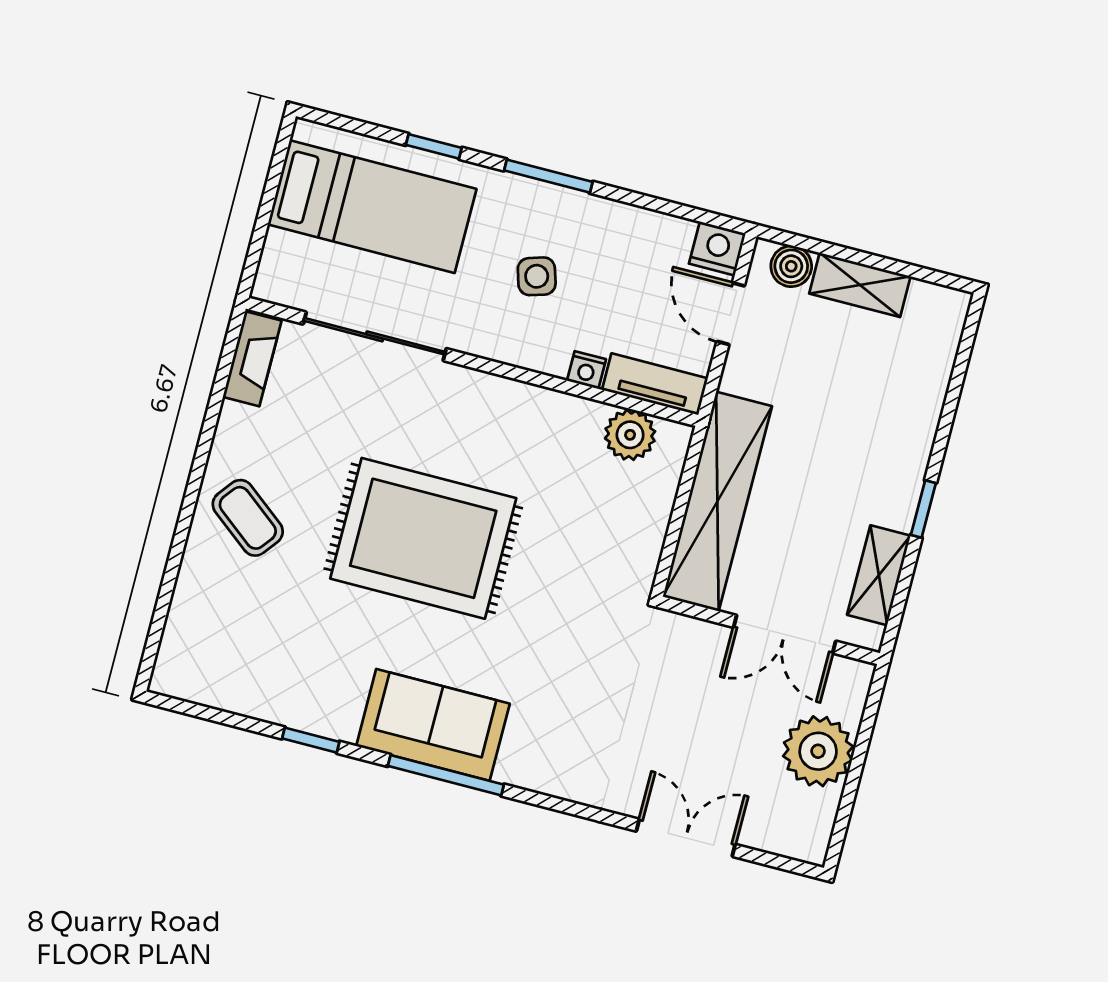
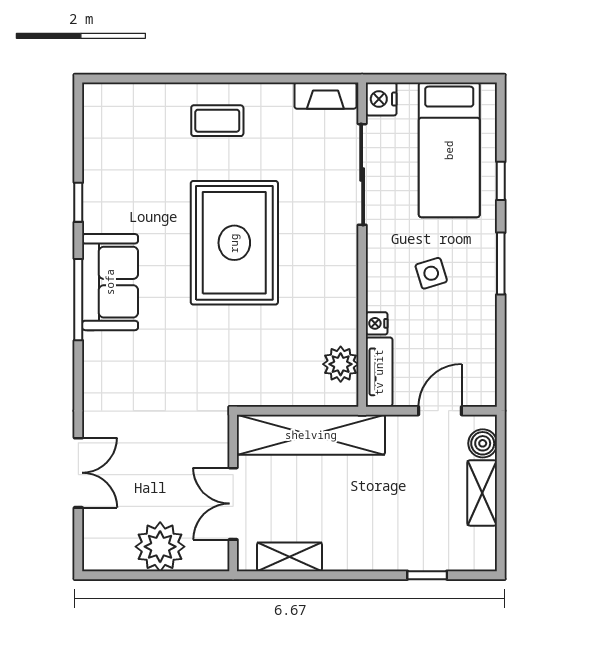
nightstand: (717, 249) -> (381, 99), moved, turned 180
window: (923, 509) -> (427, 575), moved
coffee table: (248, 518) -> (217, 121), turned 52

